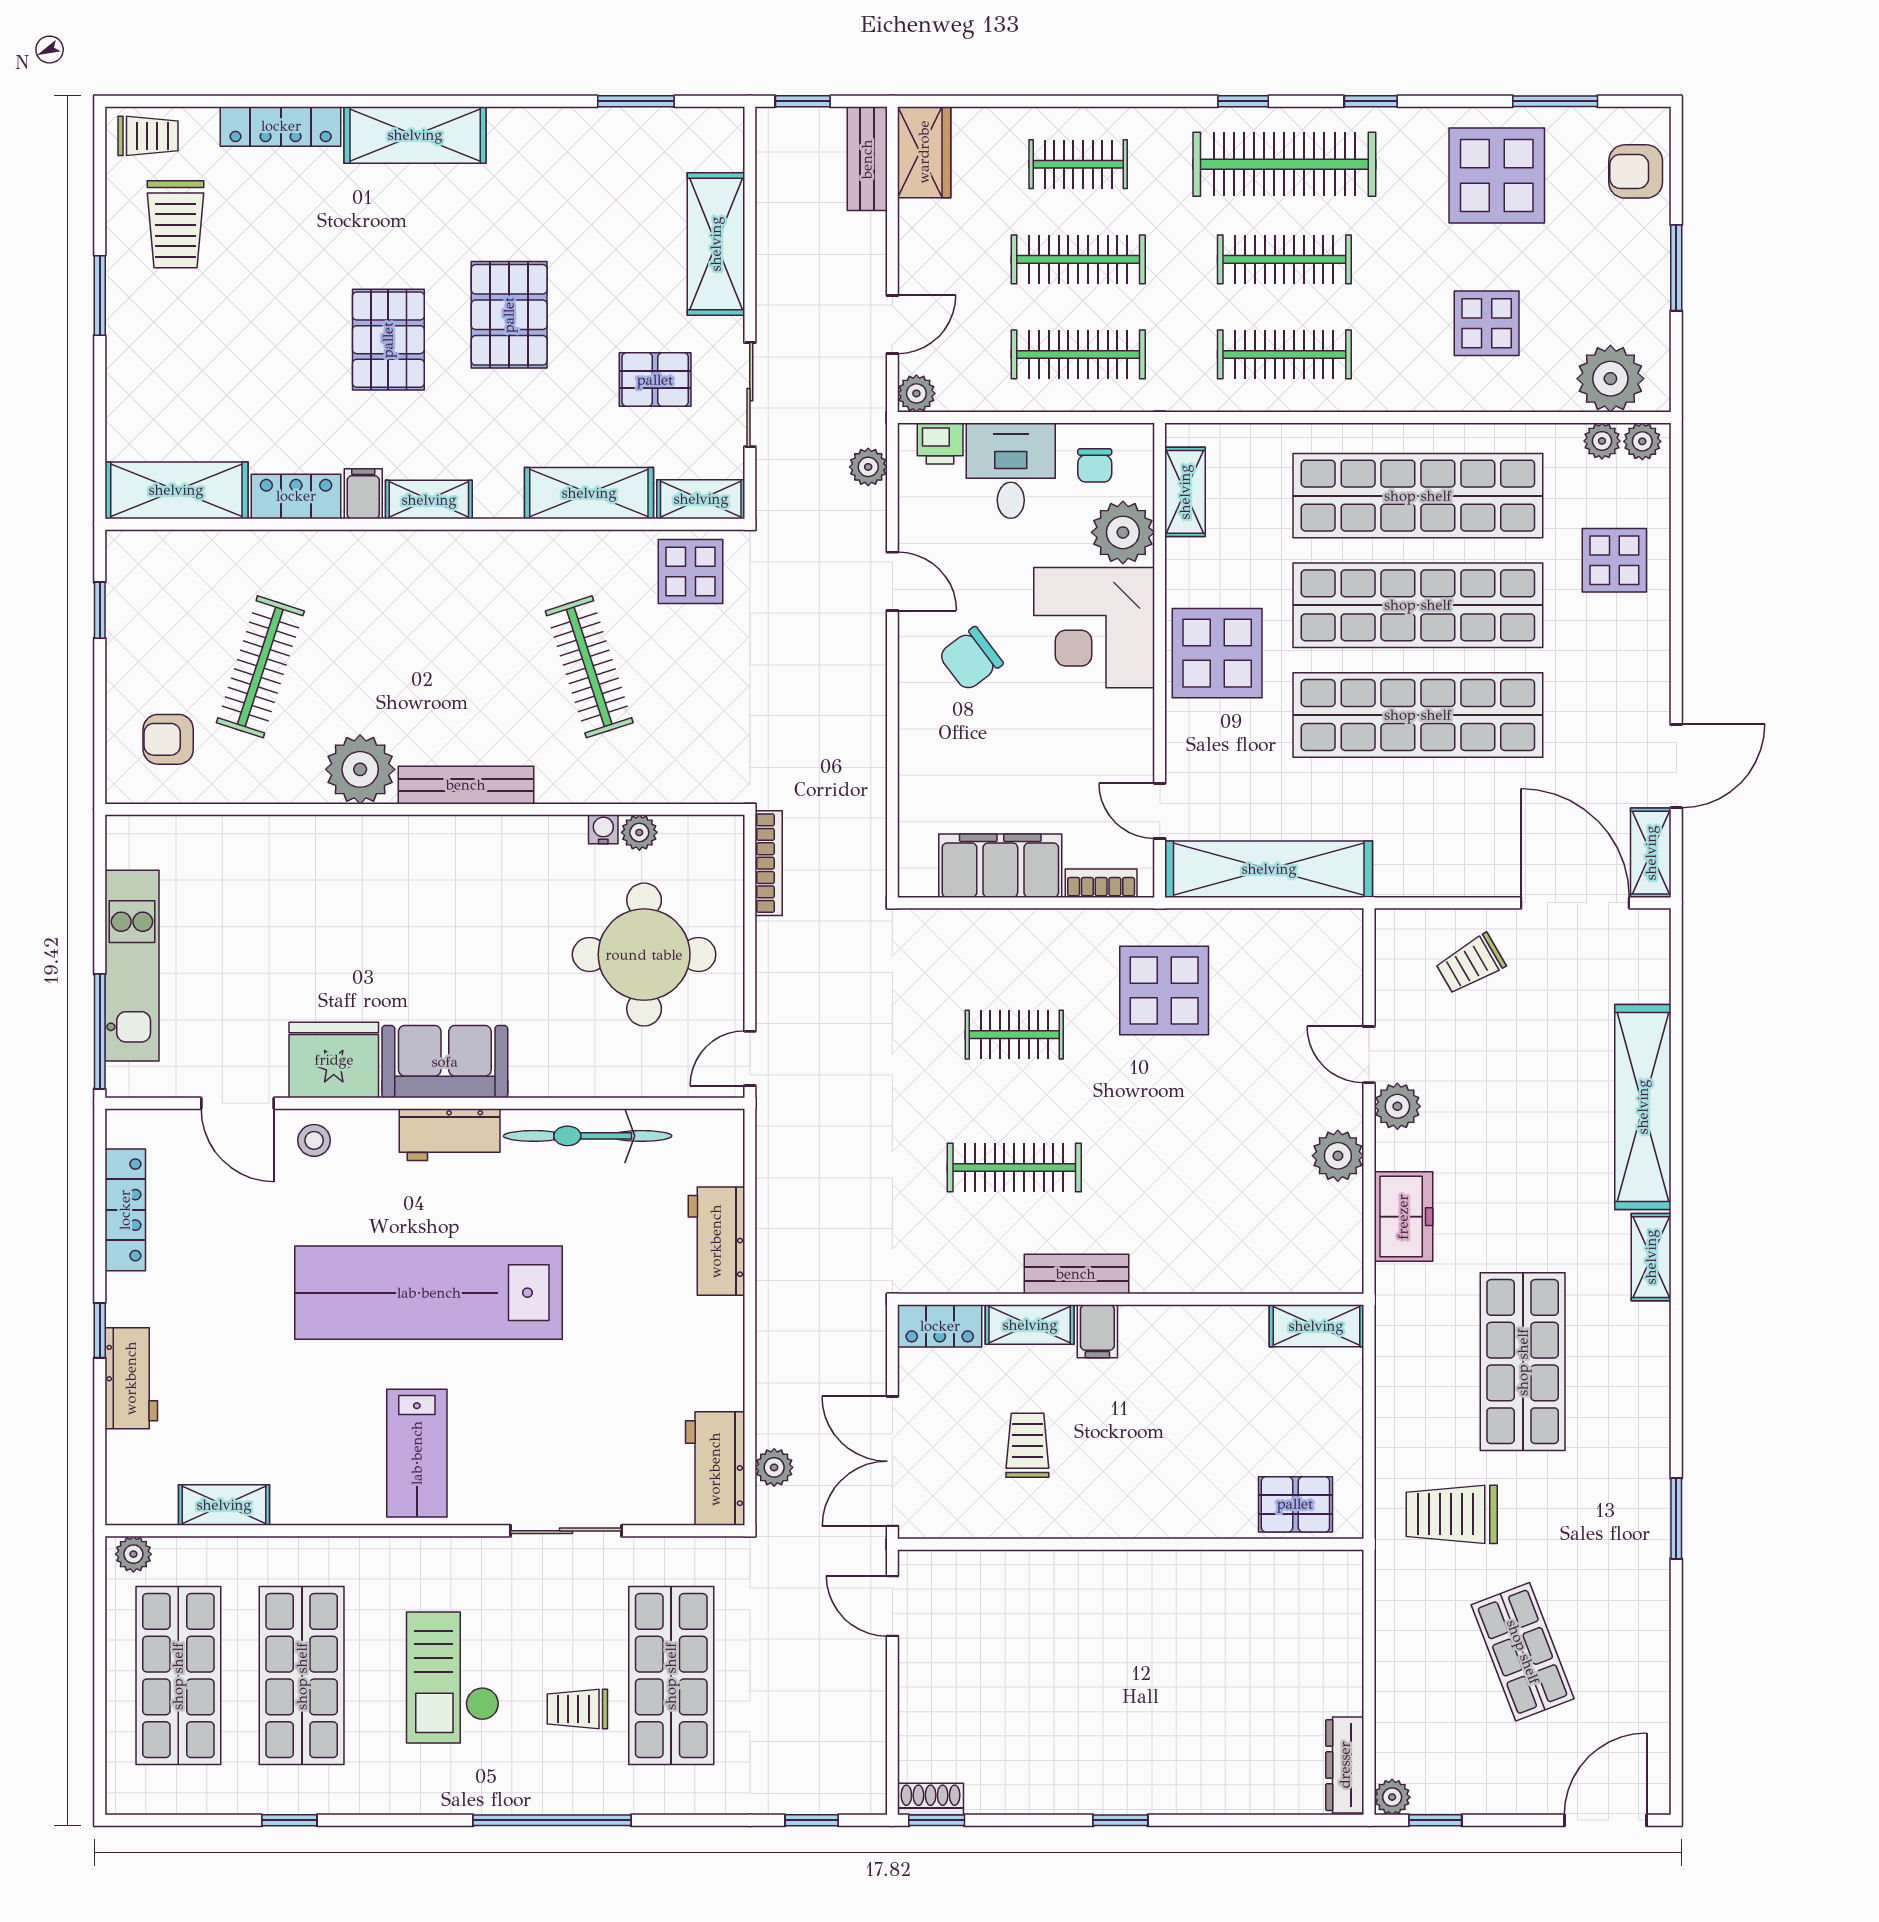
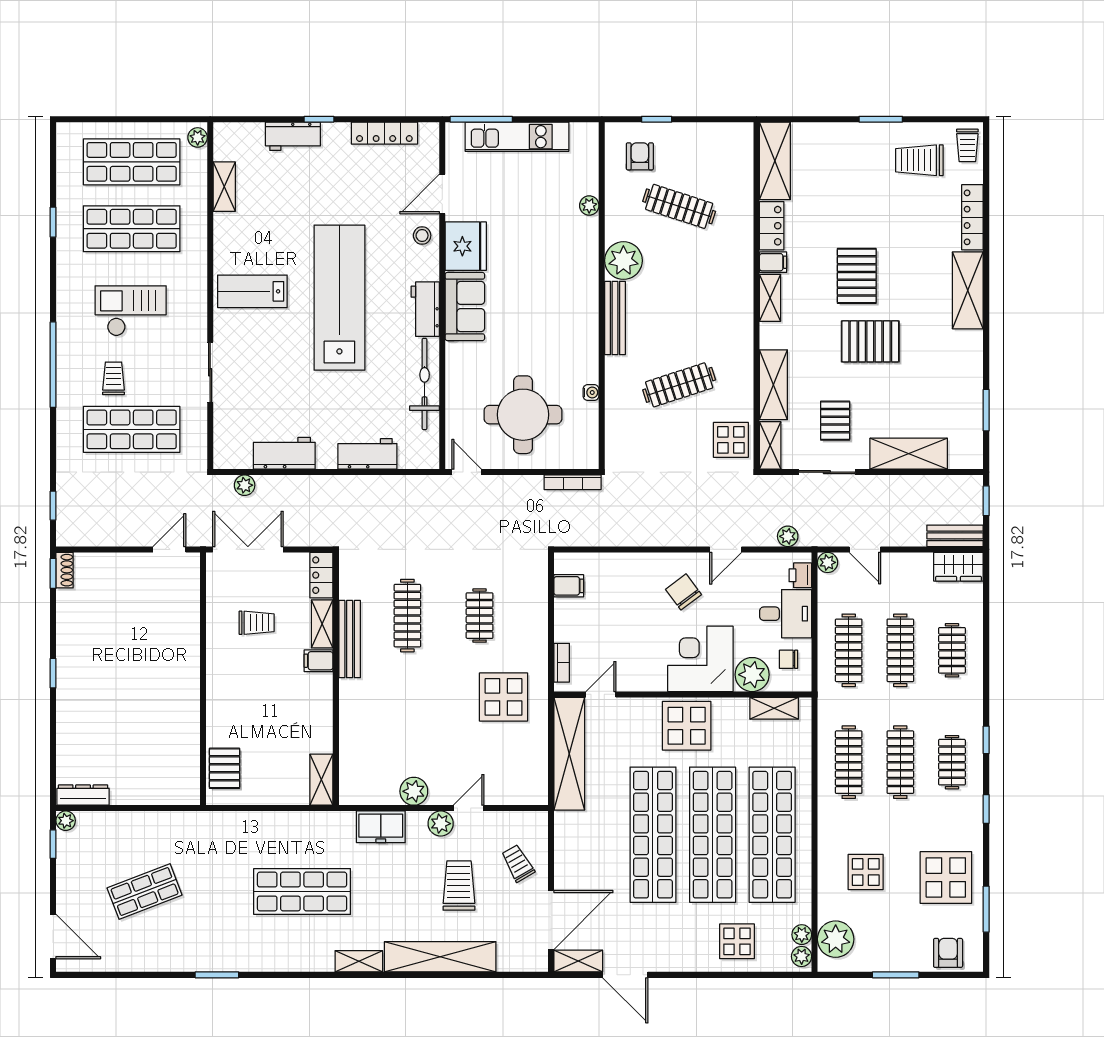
clothes rail: (1284, 164) -> (952, 762), width x0.54, depth x0.76
pallet: (388, 340) -> (857, 276), turned 90
window: (100, 610) -> (657, 119), moved
plant: (639, 832) -> (589, 206), moved
filing cabinet: (1000, 866) -> (569, 586), width x0.33, depth x0.86
bench: (1076, 1274) -> (350, 639), width x1.36
workbench: (715, 1469) -> (284, 453), moved
trolley: (1452, 1514) -> (459, 886), moved

